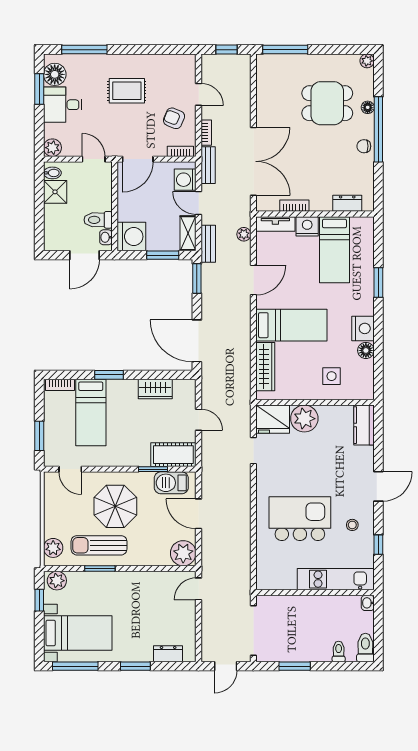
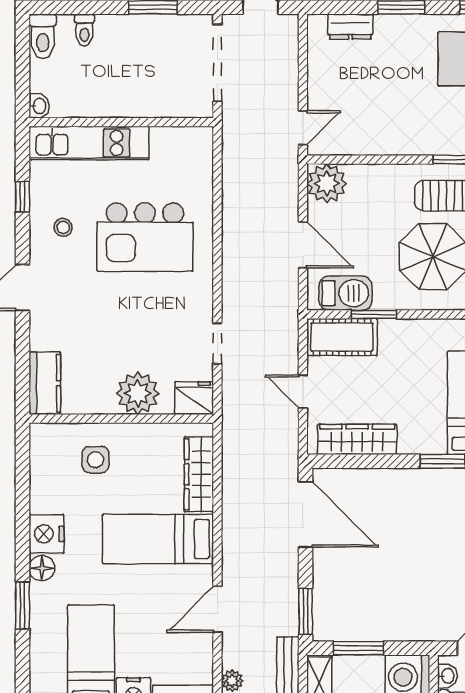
floor lamp: (366, 350) -> (42, 568), moved
wardrobe: (155, 389) -> (357, 439), width x1.50
fridge: (273, 419) -> (194, 398), width x0.73, depth x0.75

